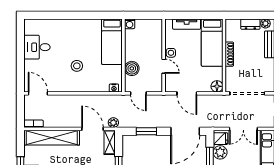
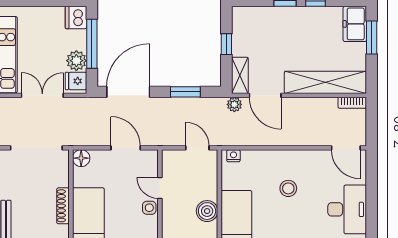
desk: (37, 47) -> (347, 209), width x1.37
boiler: (132, 68) -> (207, 211), moved

